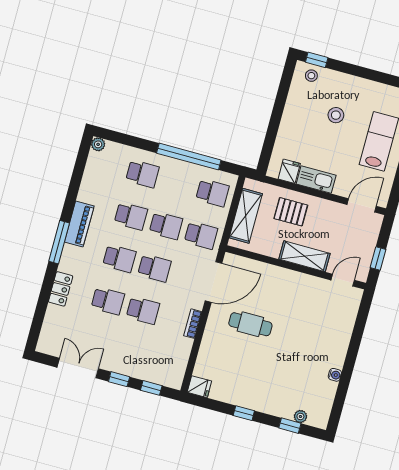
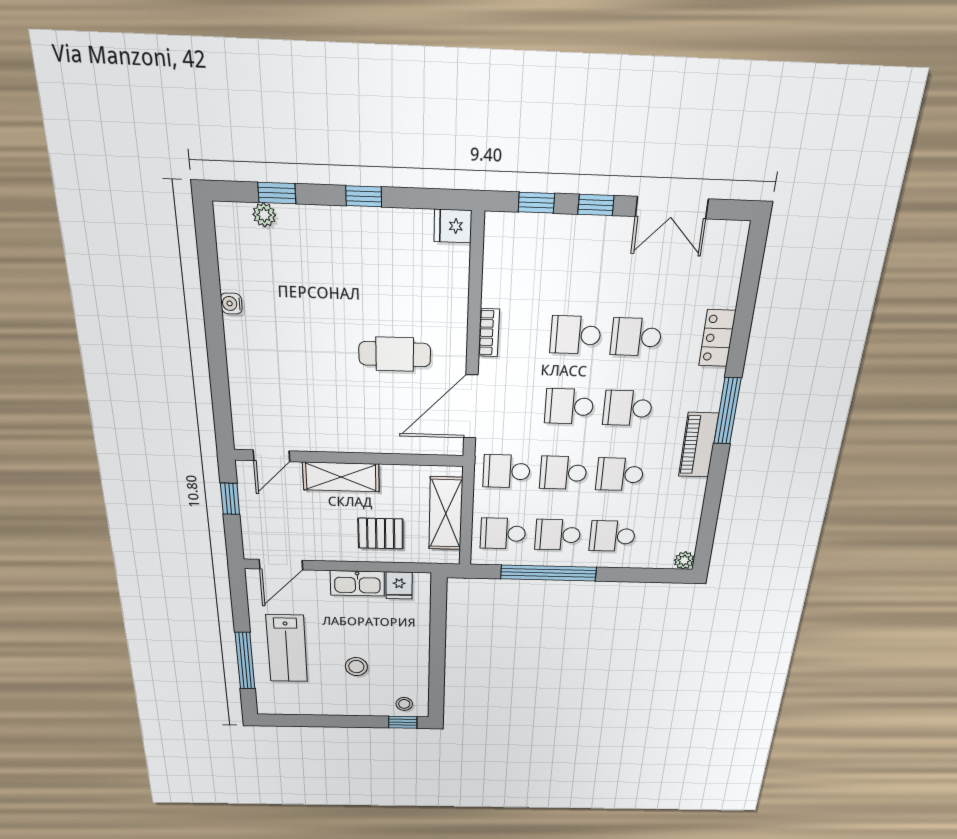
school desk: (177, 183) -> (558, 535), added

